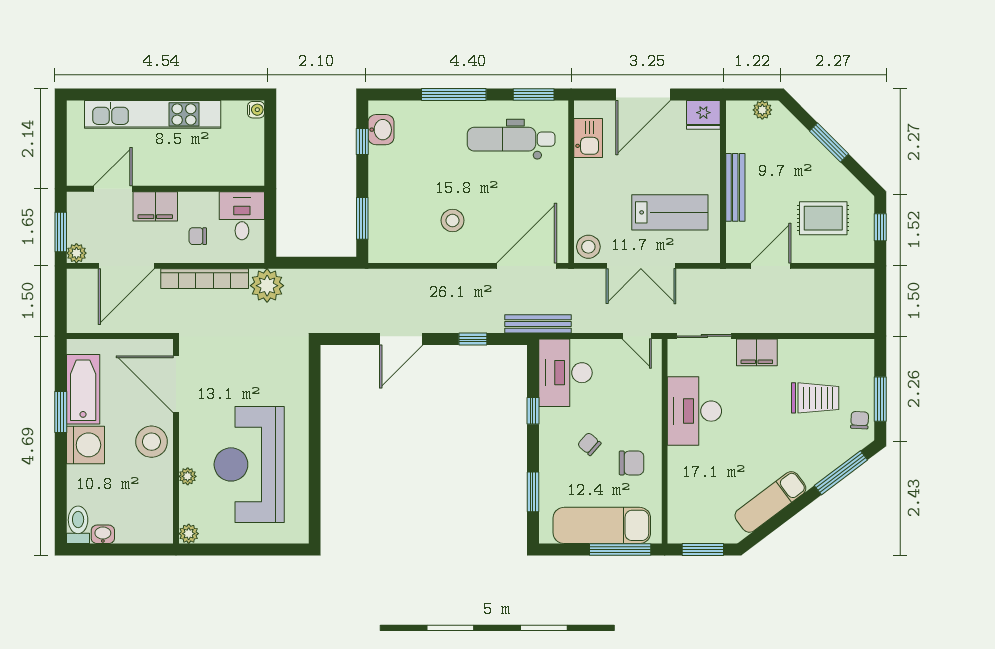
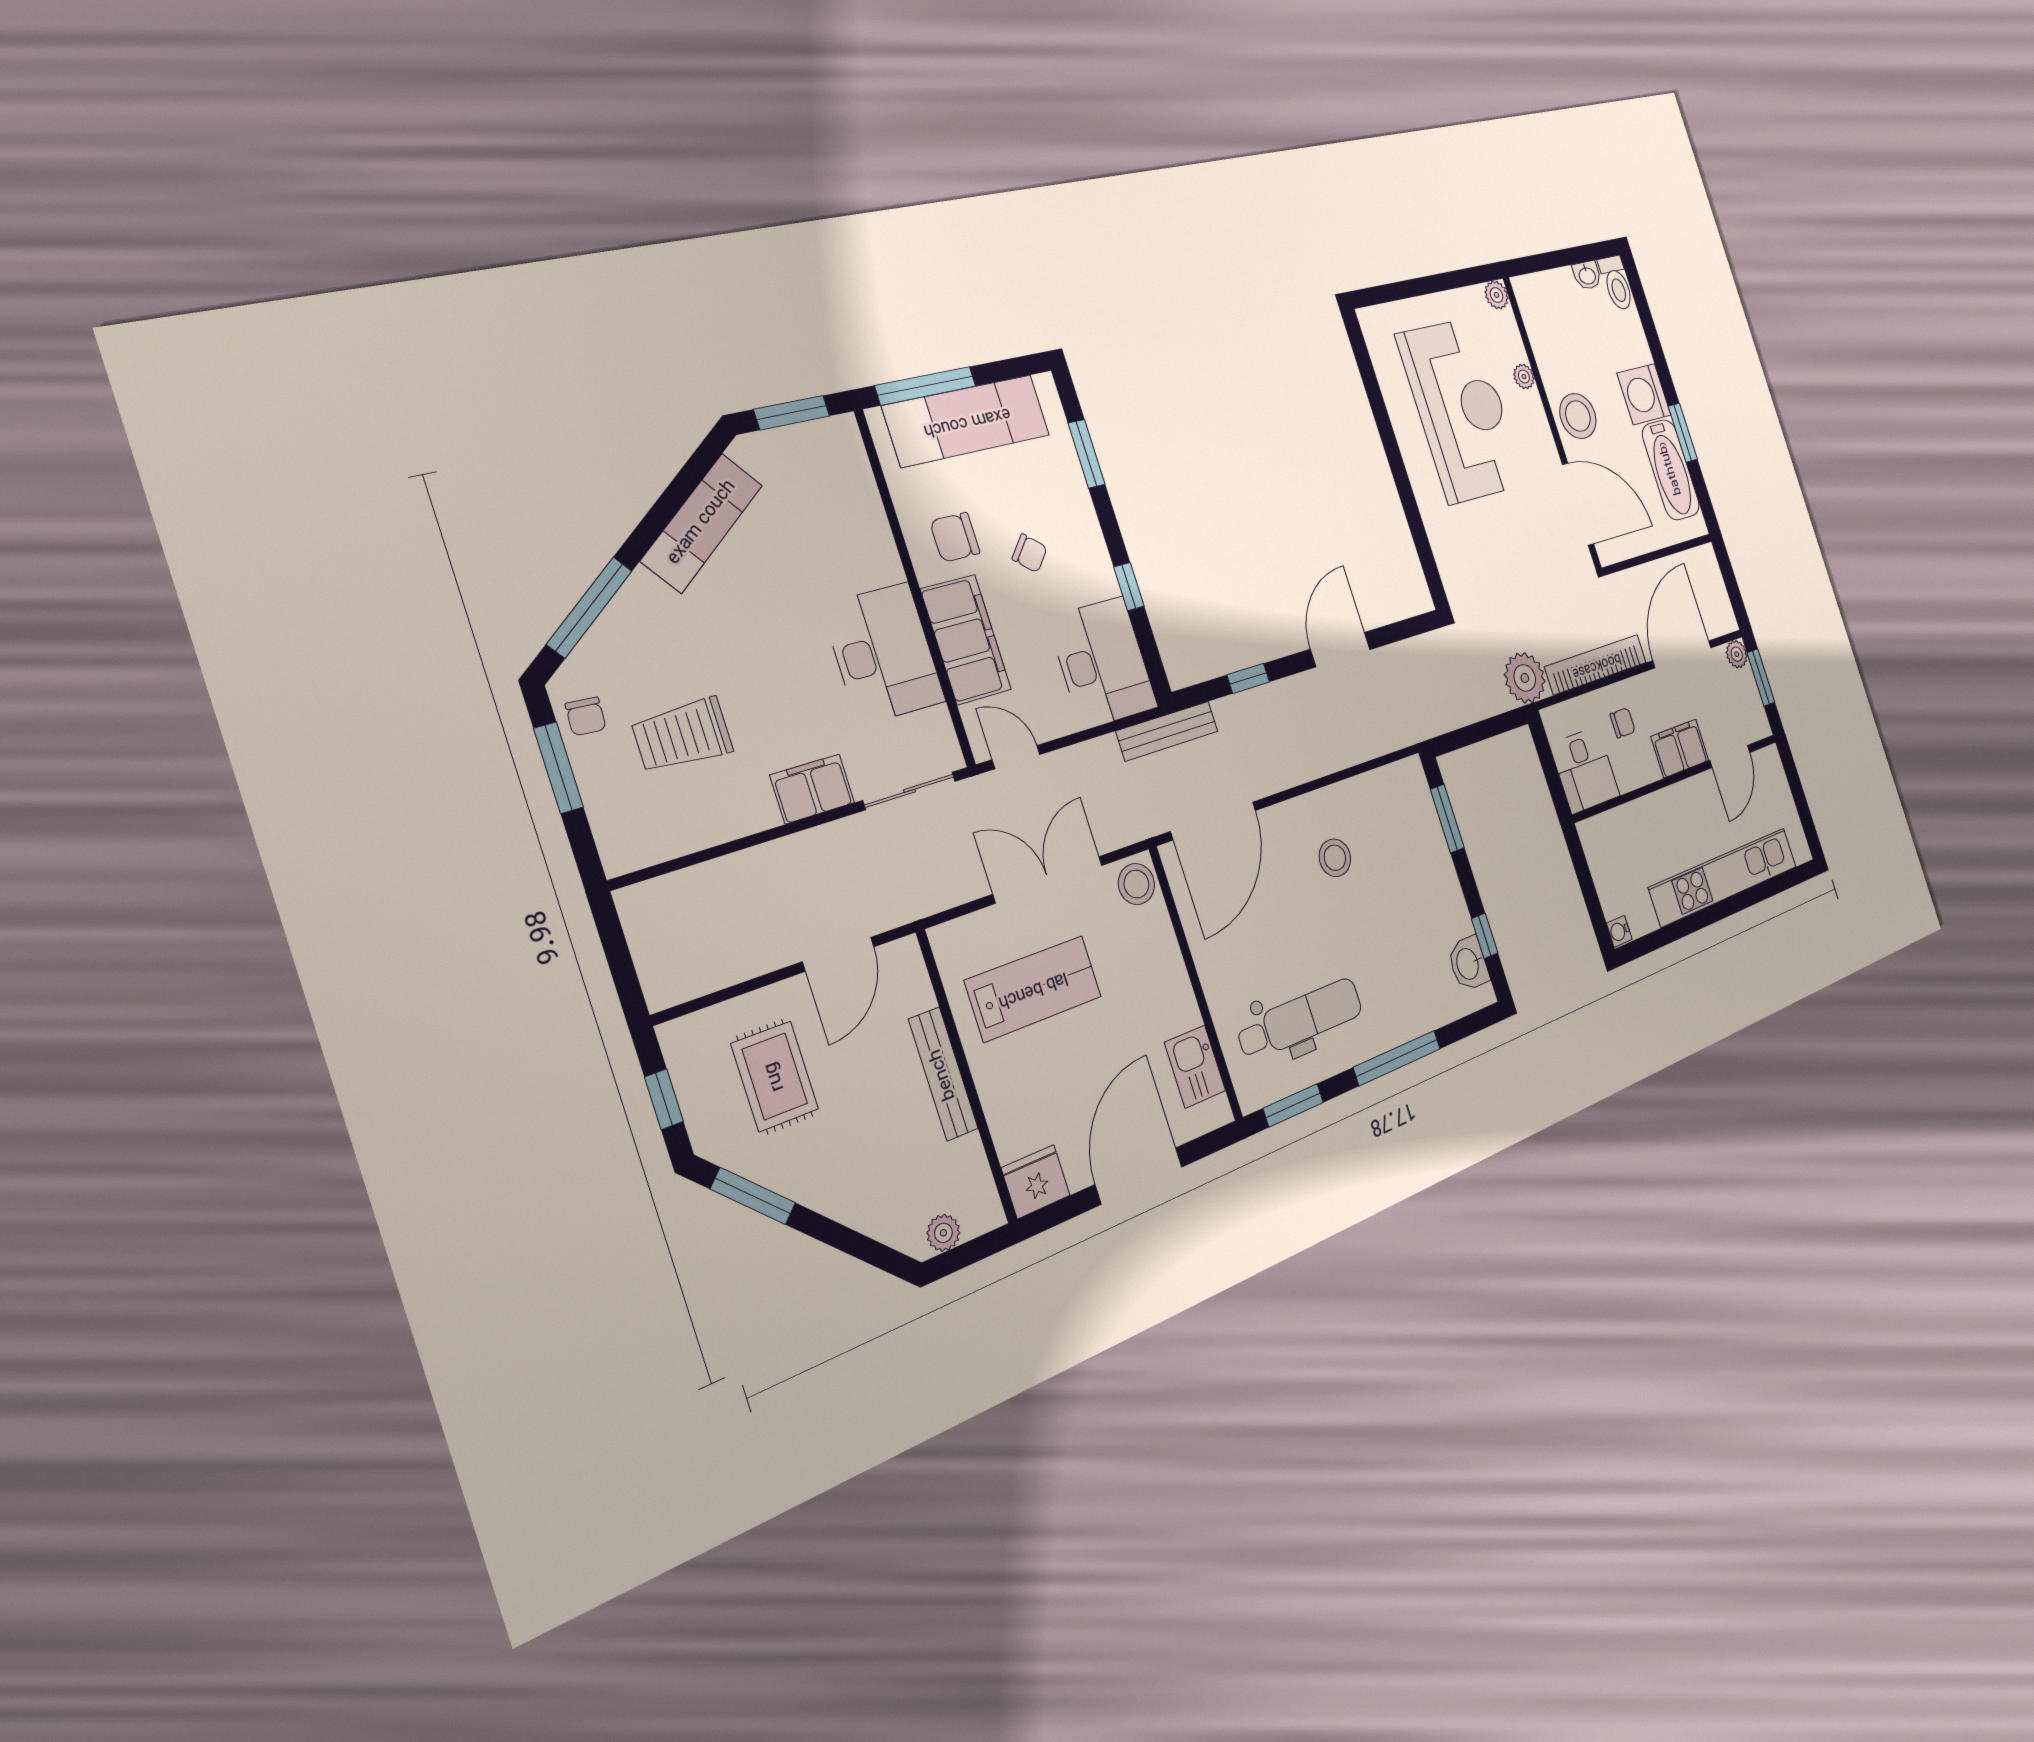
window: (829, 142) -> (753, 1196), moved
lab bench: (670, 212) -> (1033, 989), turned 180
rug: (823, 218) -> (775, 1076), turned 90
filing cabinet: (644, 406) -> (966, 639), added

